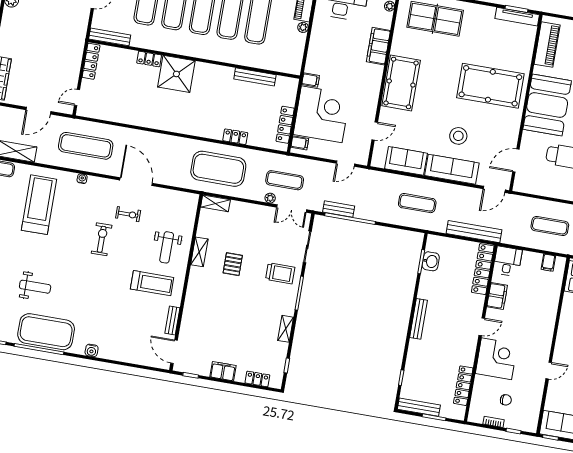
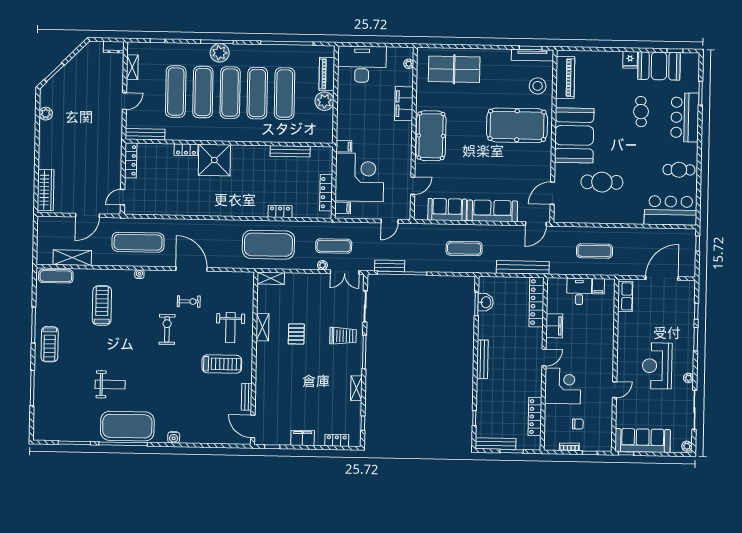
plant: (303, 27) -> (324, 101), width x1.87, depth x1.87
stool: (458, 136) -> (538, 86), moved
treadmill: (39, 205) -> (102, 305), width x0.73, depth x0.73
desk: (508, 261) -> (579, 291), moved

